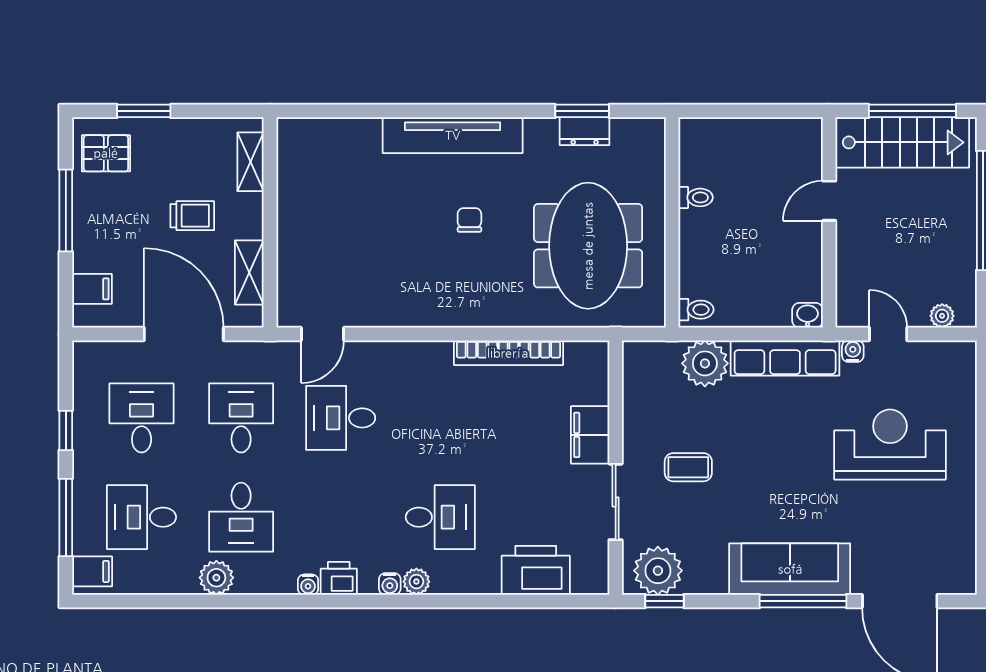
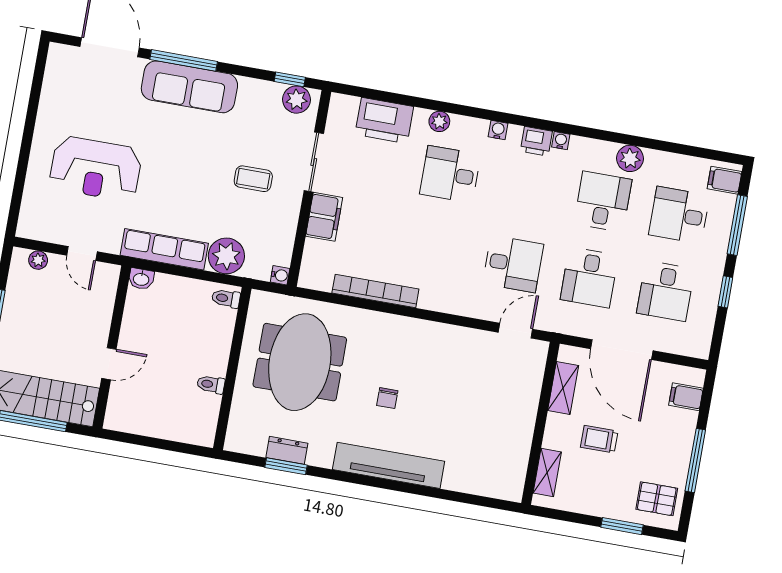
water cooler: (853, 351) -> (280, 275), moved, turned -90
desk: (142, 517) -> (679, 215), turned 180
plant: (658, 571) -> (296, 100), width x0.73, depth x0.73
plant: (416, 582) -> (439, 121), moved

